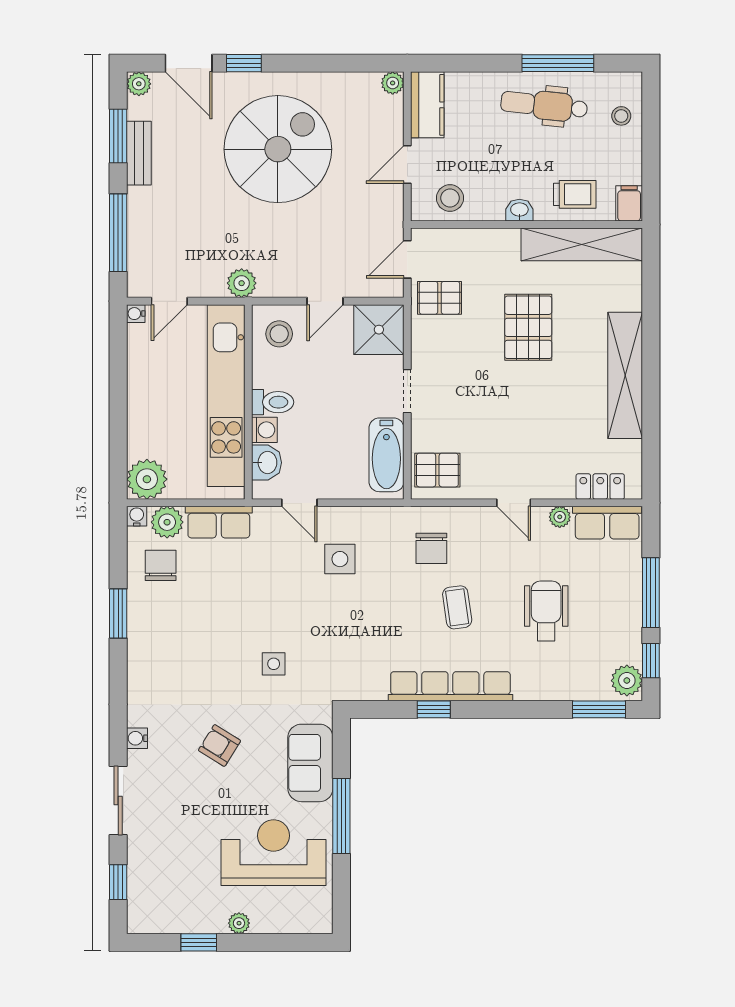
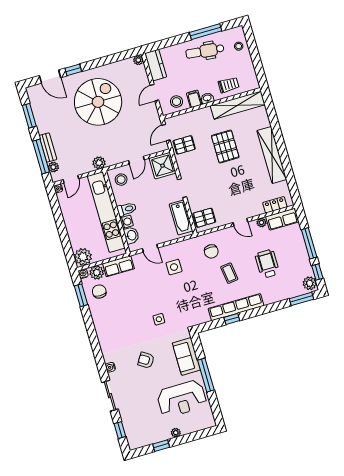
plant: (139, 84) -> (53, 167), moved
bench: (139, 153) -> (48, 148), moved
filing cabinet: (629, 203) -> (194, 99), moved
window: (118, 613) -> (81, 295), moved
reception desk: (273, 853) -> (182, 399), turned 180

